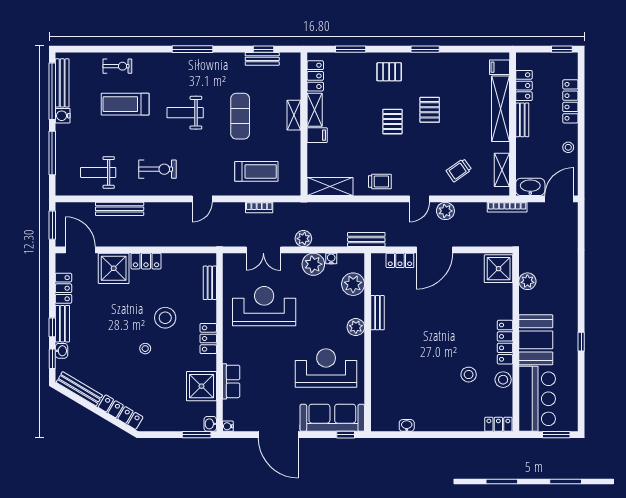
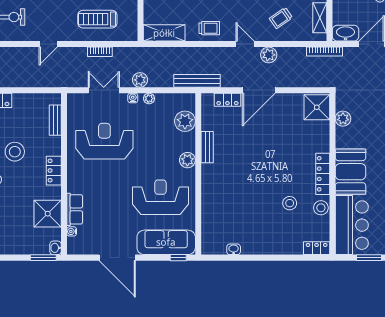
treadmill: (256, 171) -> (97, 19), turned 180
door: (419, 199) -> (245, 44), swing flipped
bench: (366, 240) -> (197, 81), width x1.36
double door: (263, 250) -> (104, 90), swing flipped
water cooler: (331, 259) -> (133, 98), moved
plant: (313, 264) -> (149, 98), width x0.53, depth x0.53
water cooler: (228, 426) -> (72, 231), moved

